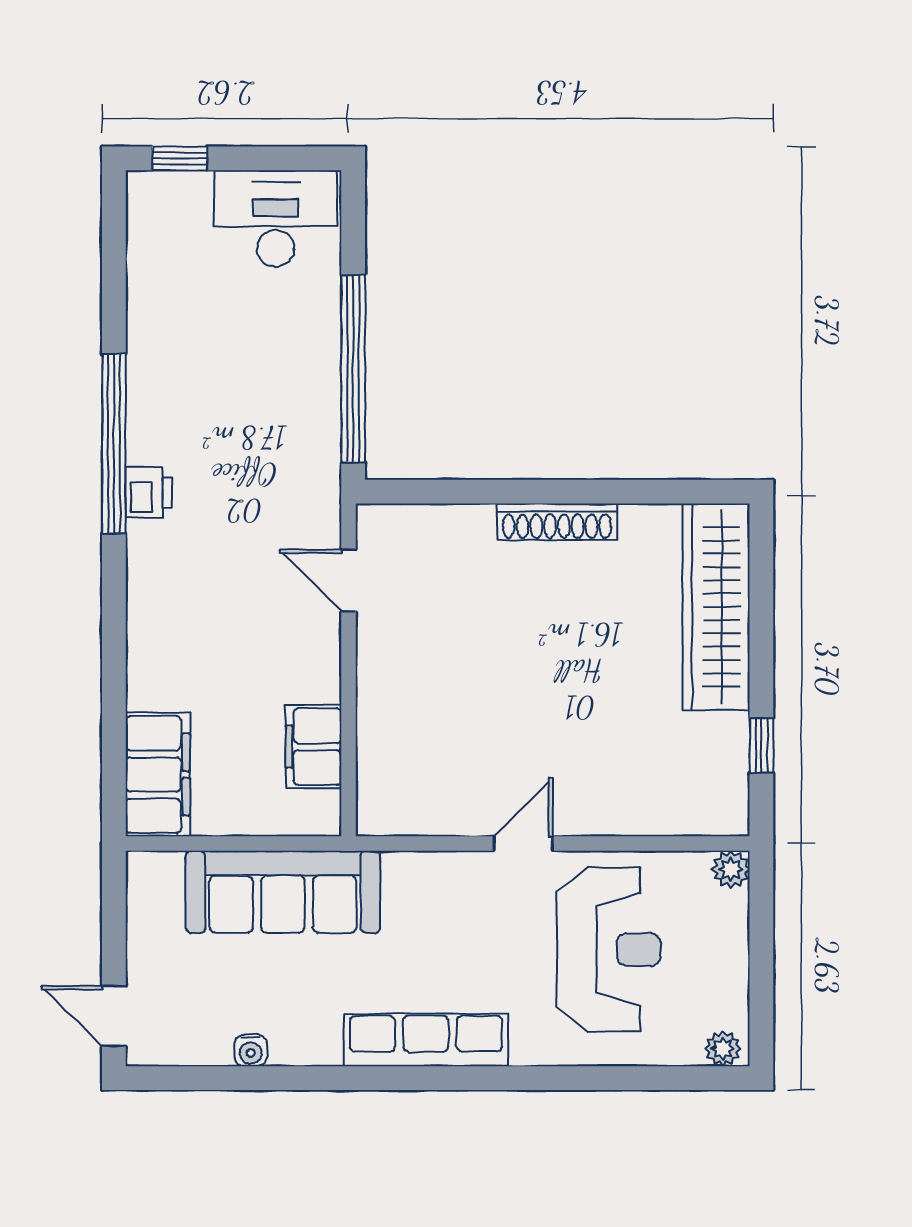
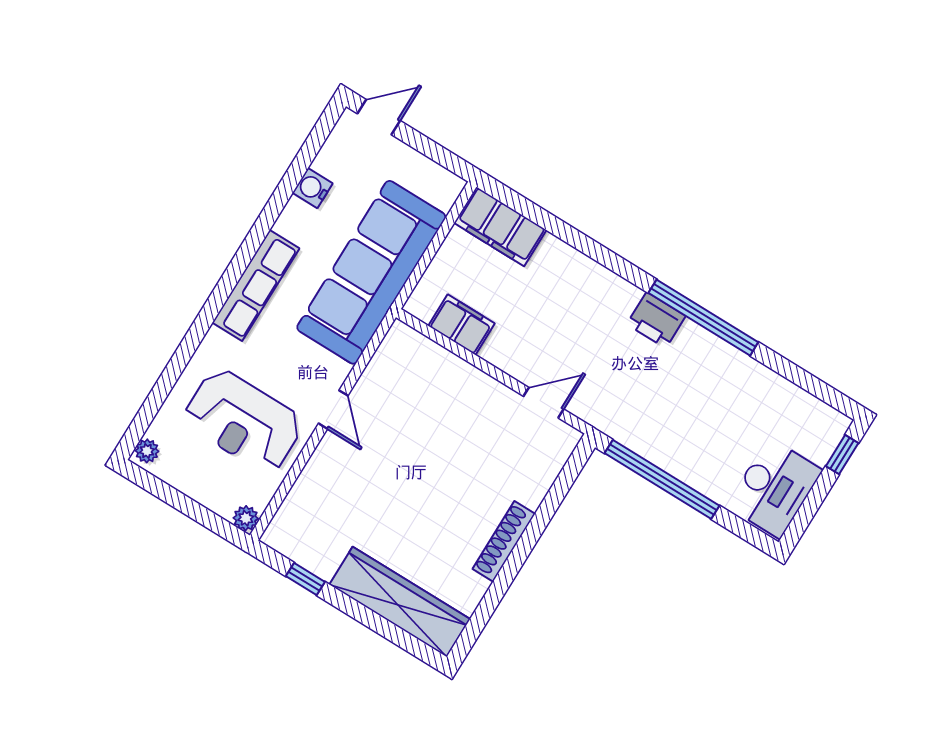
printer: (149, 492) -> (656, 320), width x1.36, depth x1.24
sofa: (283, 892) -> (371, 272), width x1.36, depth x1.27
water cooler: (251, 1051) -> (313, 188), width x1.38, depth x1.38

